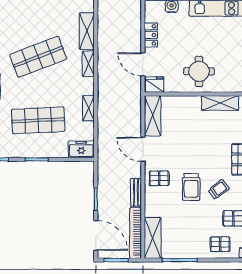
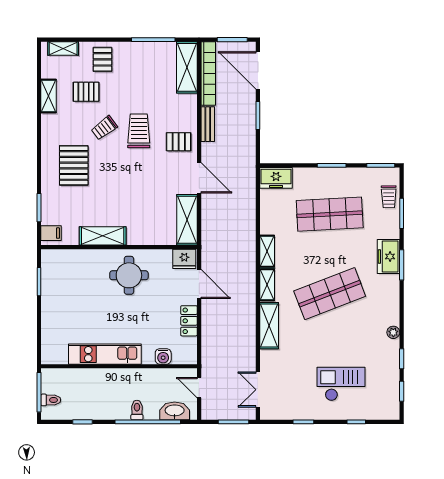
shelving: (88, 108) -> (267, 251), moved
pallet: (220, 244) -> (102, 59), turned 90

